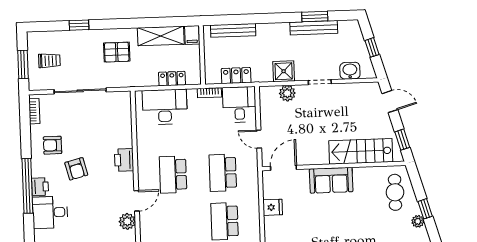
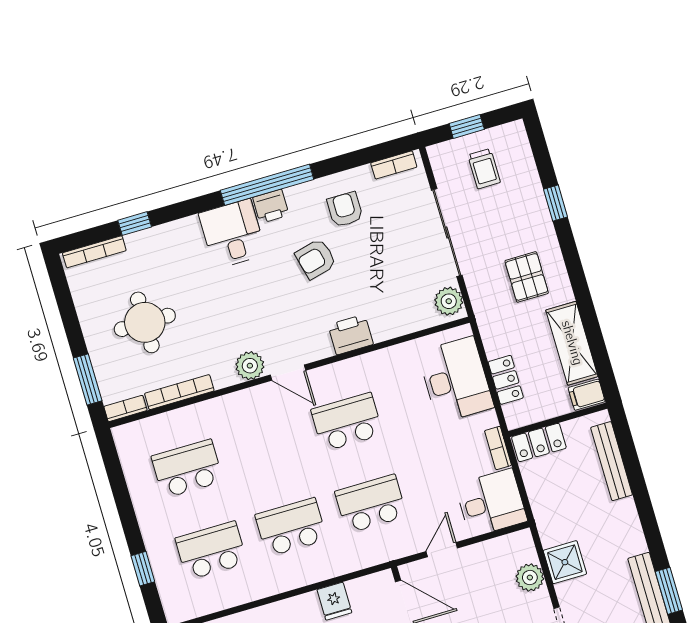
window: (23, 64) -> (467, 126), width x0.67
locker: (236, 76) -> (539, 442), moved, turned 90
plant: (119, 100) -> (449, 301), added

